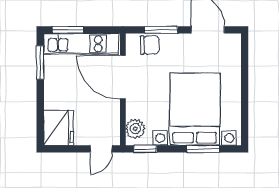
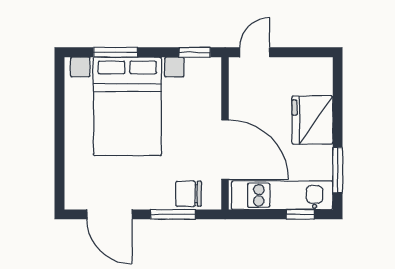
window: (68, 30) -> (300, 214), width x0.67
fridge: (59, 128) -> (312, 120), moved
plant: (135, 129) -> (208, 80), removed

